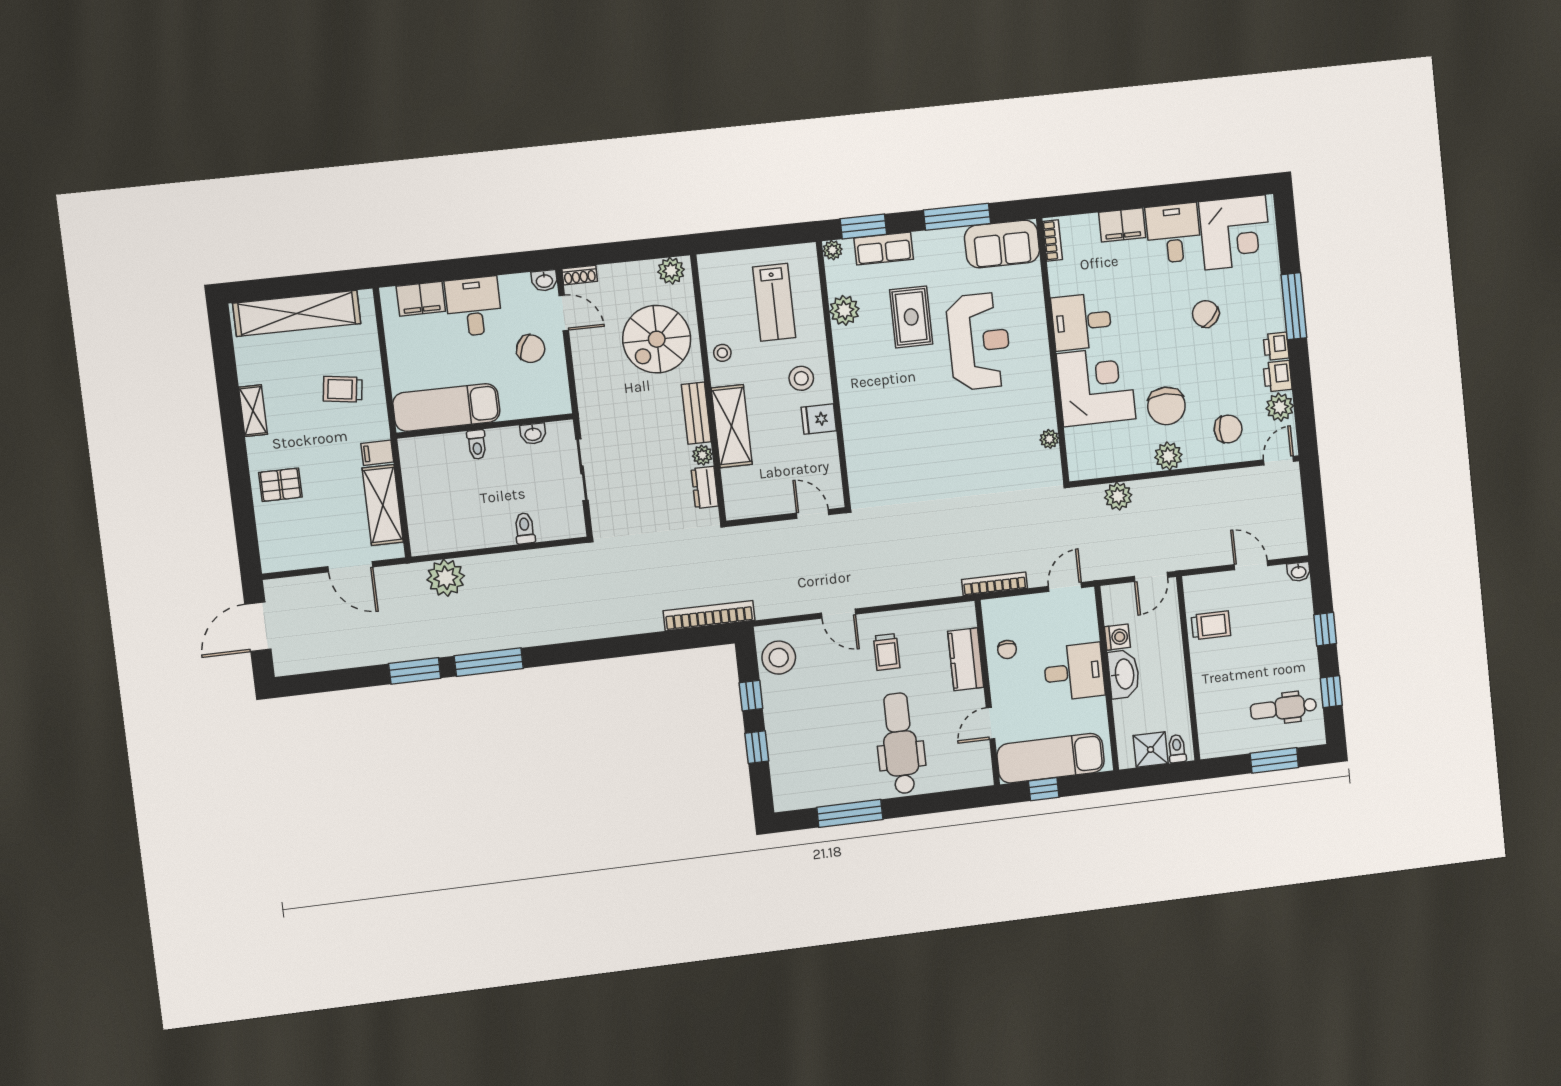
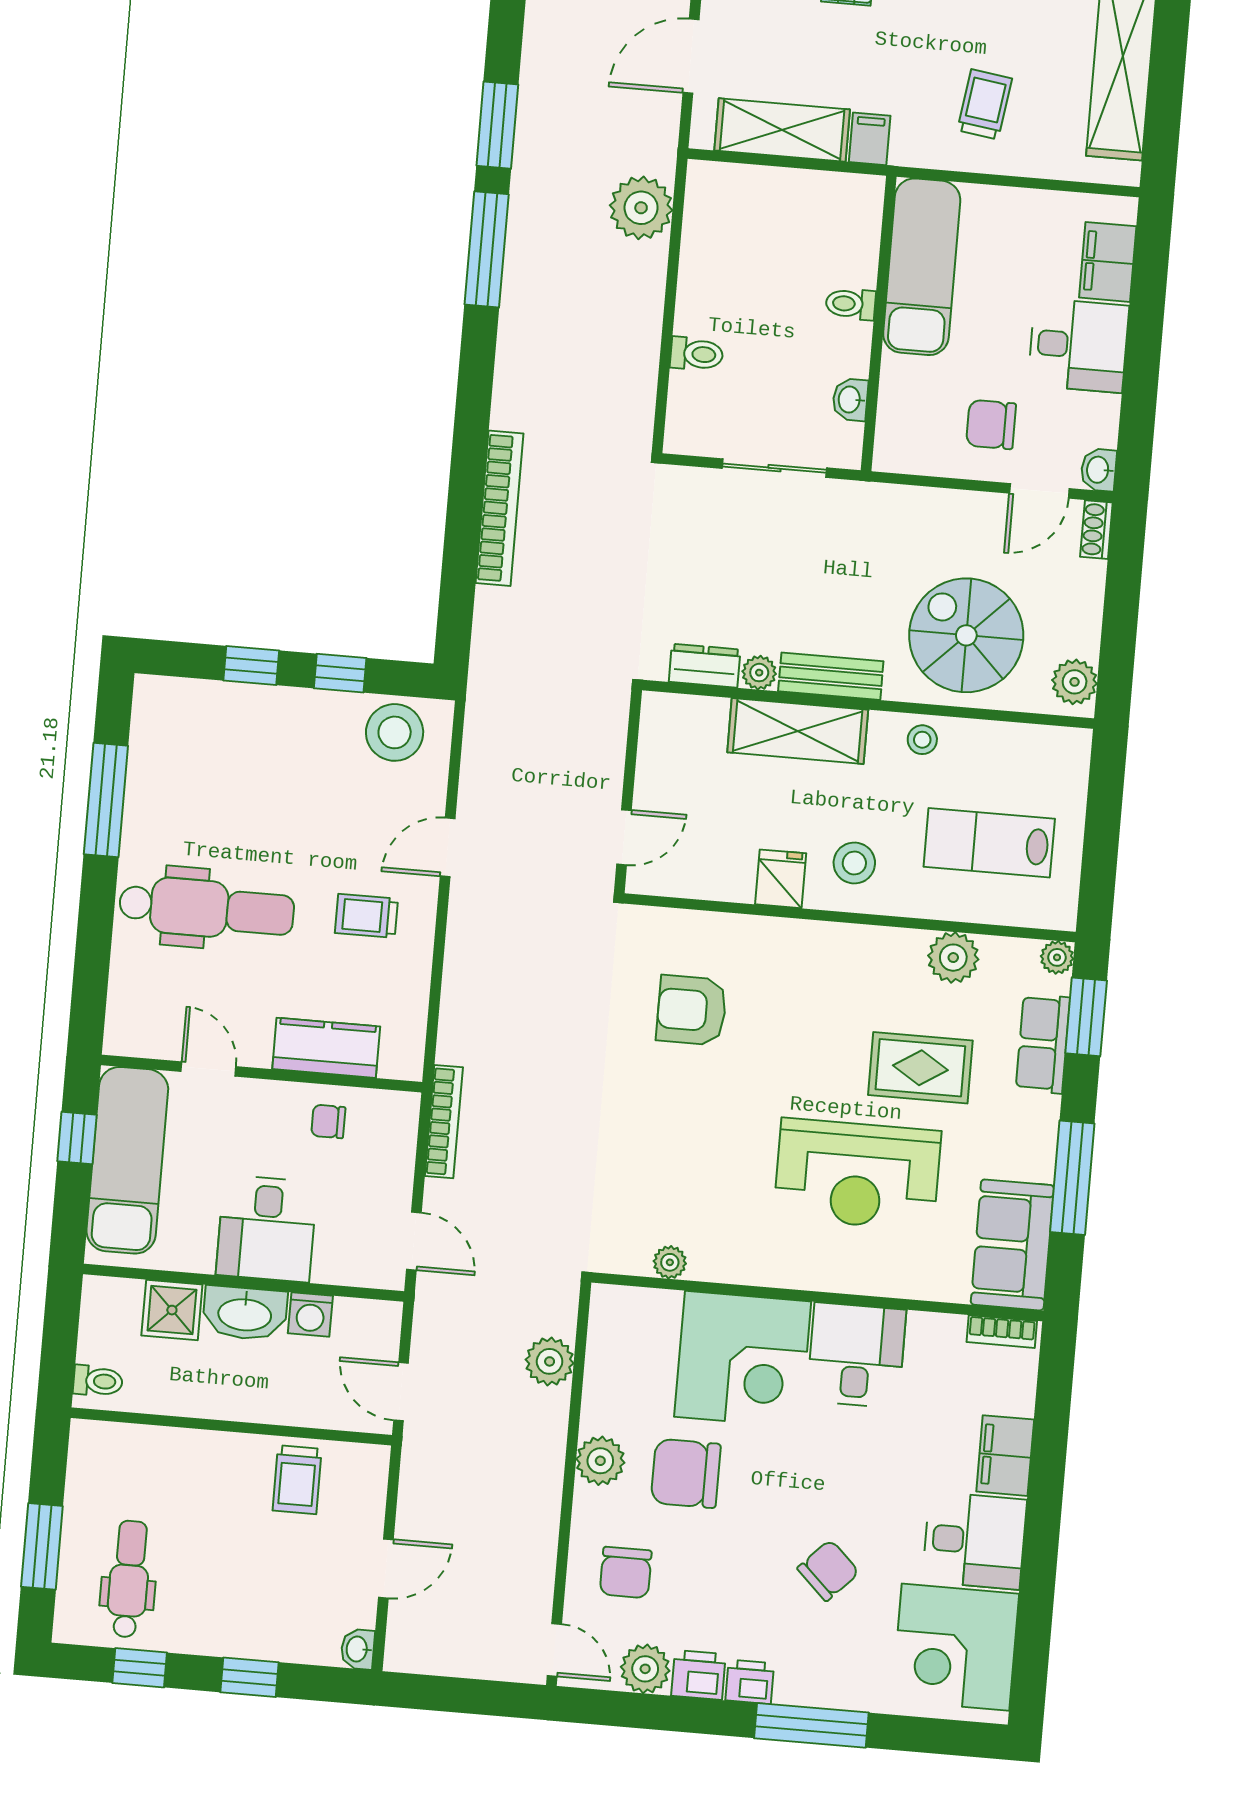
chair: (531, 349) -> (991, 425), turned 64
armchair: (904, 455) -> (692, 1010), added
bookcase: (709, 616) -> (499, 508), moved
shower: (1151, 750) -> (172, 1310), moved

